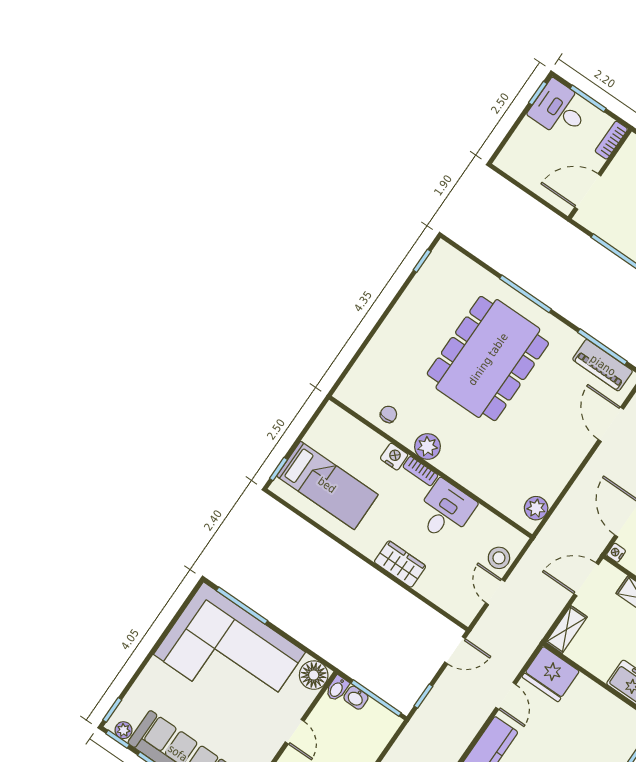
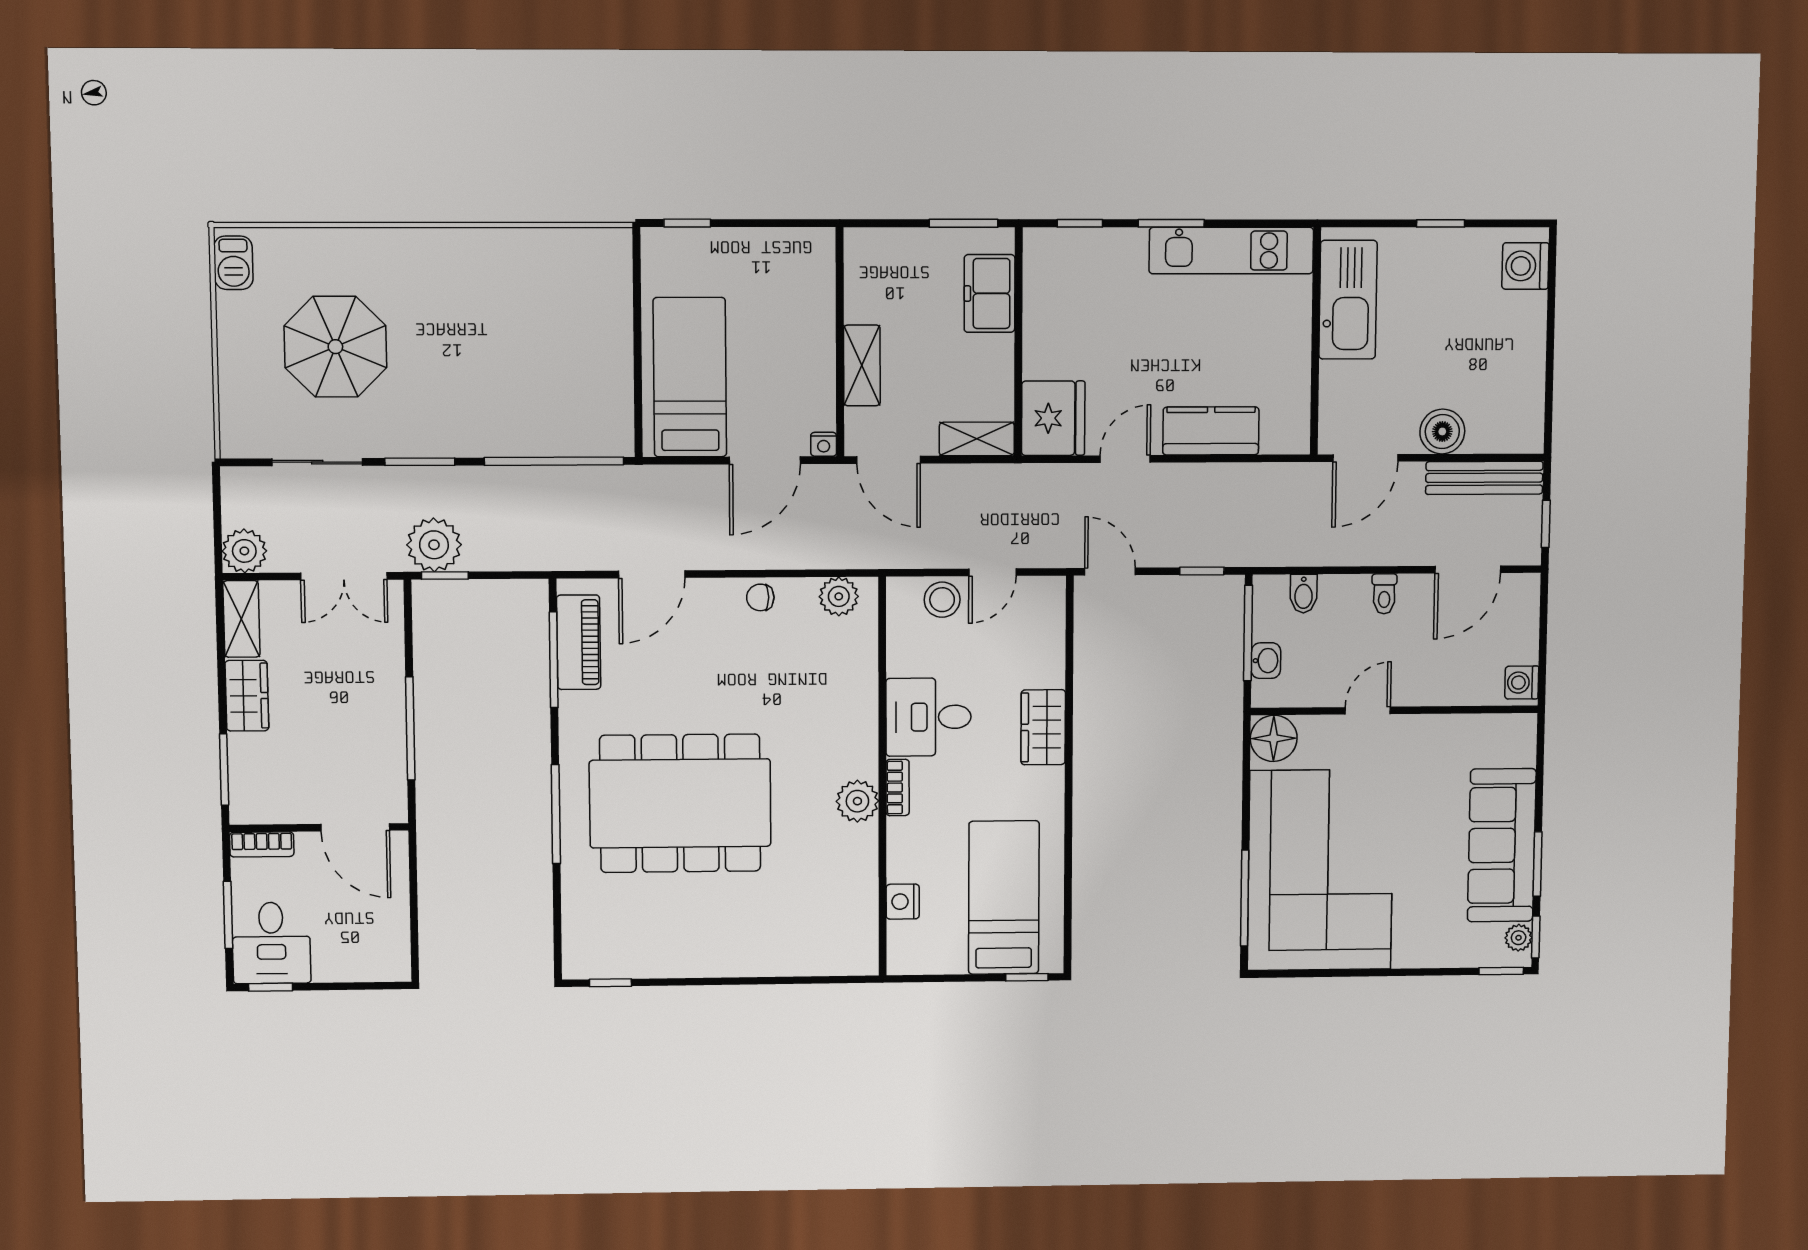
chair: (388, 414) -> (760, 597), moved
nightstand: (394, 457) -> (903, 902), moved
bidet: (337, 688) -> (1304, 594), moved, turned 90

